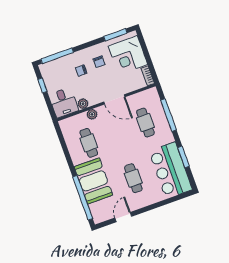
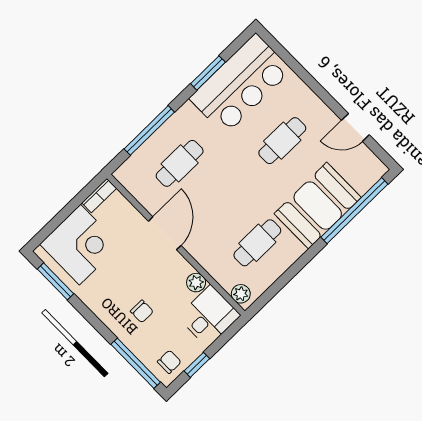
chair: (99, 62) -> (169, 362), moved
plant: (92, 114) -> (241, 294), moved

